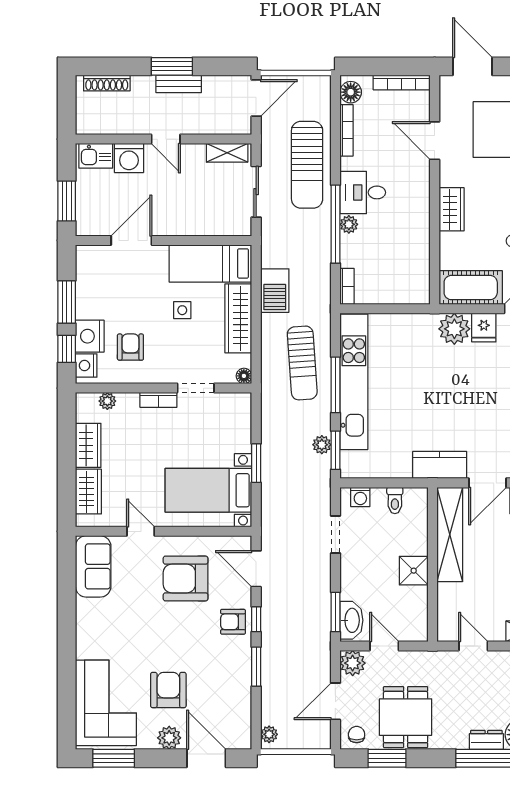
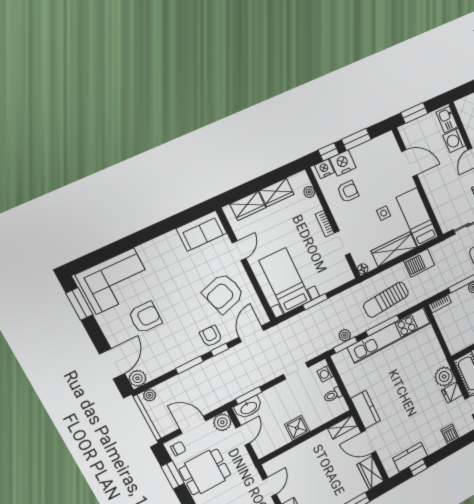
shelving: (450, 534) -> (342, 427), width x0.45, depth x0.75
armchair: (186, 578) -> (223, 293), turned -107
plant: (169, 738) -> (137, 378), moved

